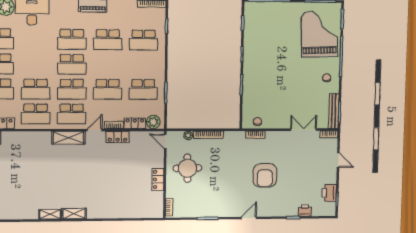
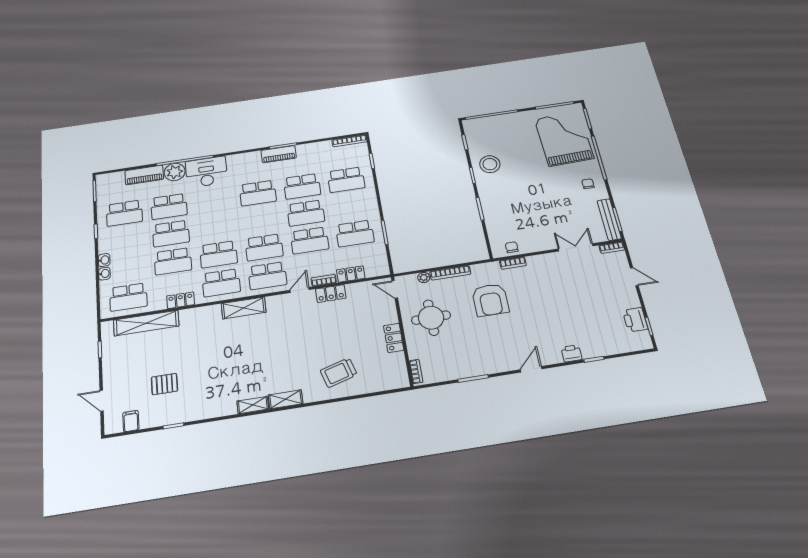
stool: (258, 47) -> (490, 164), added
school desk: (72, 64) -> (306, 213), moved
plant: (153, 122) -> (375, 269), removed
shelving: (68, 138) -> (244, 308), moved
armchair: (265, 175) -> (490, 300), moved
trolley: (115, 200) -> (339, 373), added
printer: (305, 211) -> (571, 353), moved

